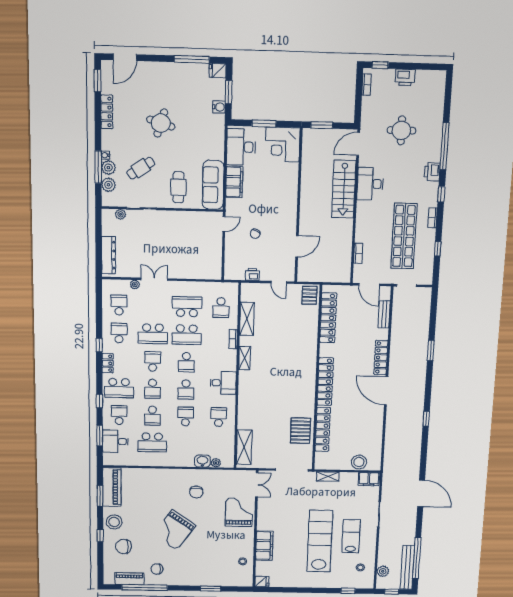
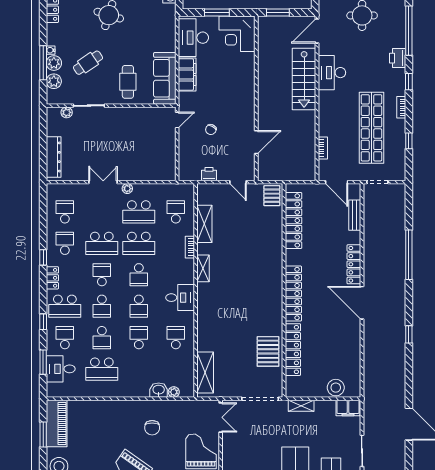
plant: (135, 285) -> (127, 189), moved
school desk: (187, 307) -> (139, 212), turned 180
school desk: (221, 308) -> (176, 212), turned 180
window: (431, 350) -> (409, 255), width x2.11

